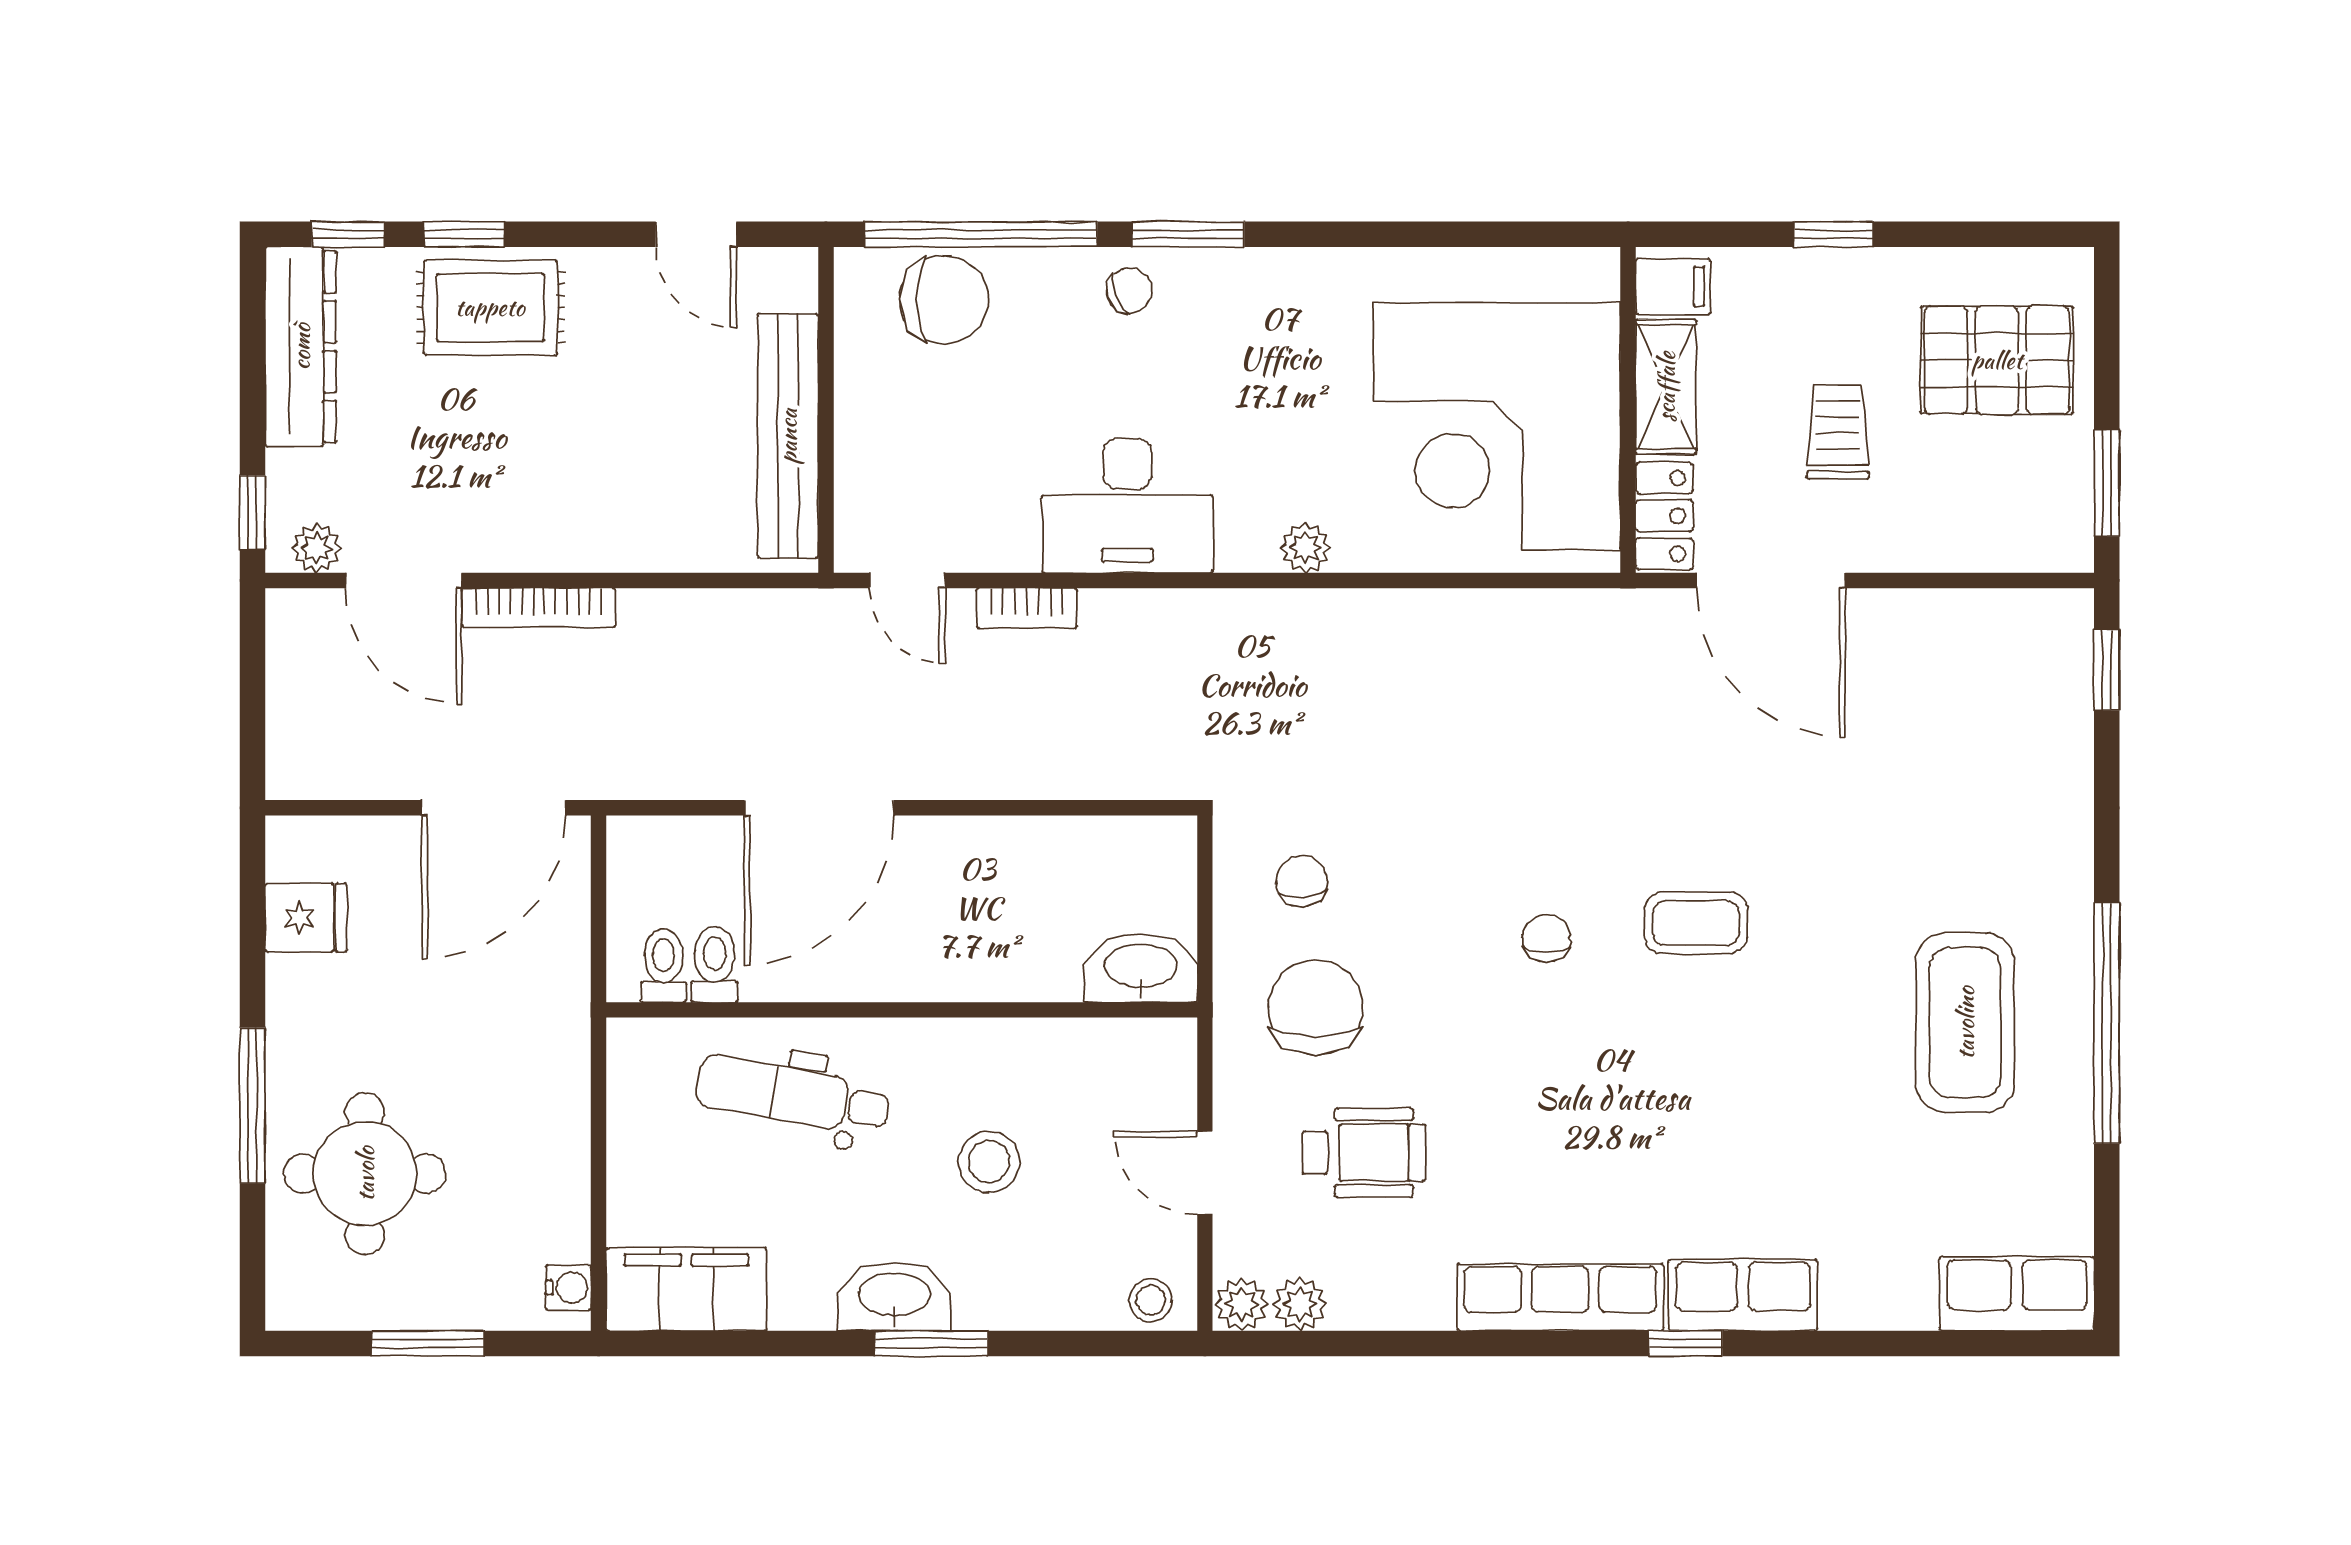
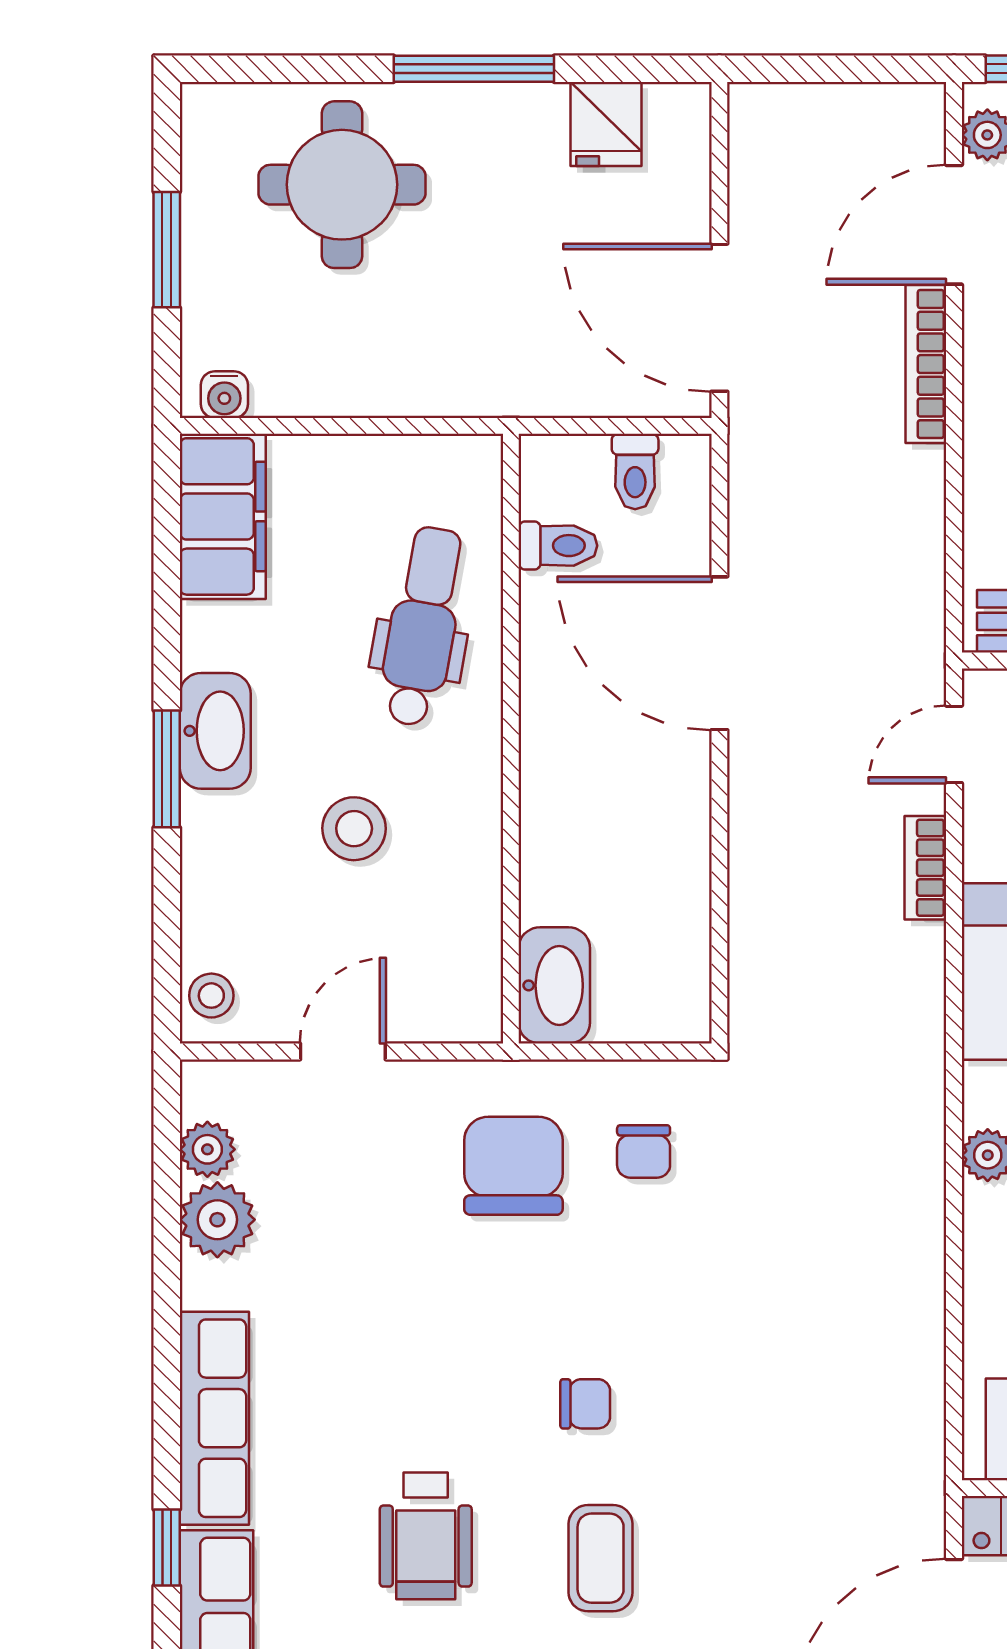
chair: (1302, 881) -> (644, 1151), turned 95
toilet: (664, 966) -> (635, 472), moved, turned 90
chair: (1316, 1007) -> (513, 1166), turned -90
window: (252, 1105) -> (474, 69), moved
wheelchair: (1364, 1153) -> (426, 1536), moved
plant: (1241, 1304) -> (217, 1220), moved, width x1.38, depth x1.38

